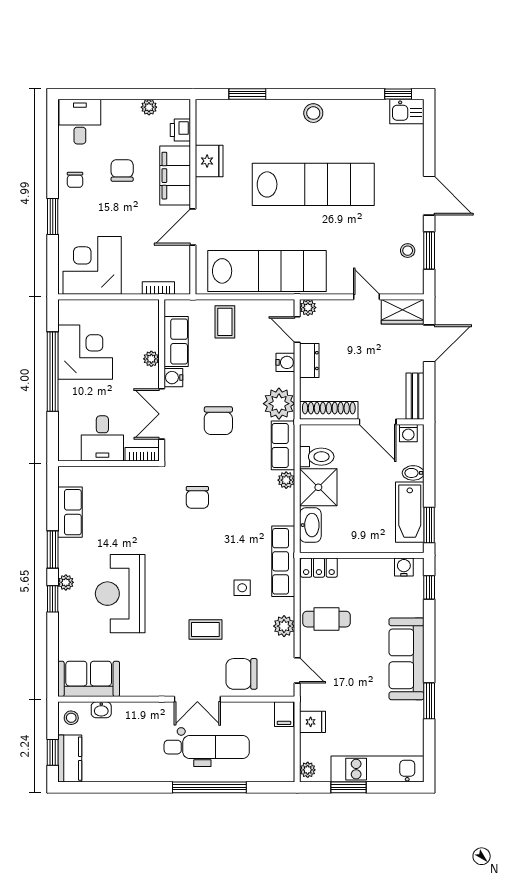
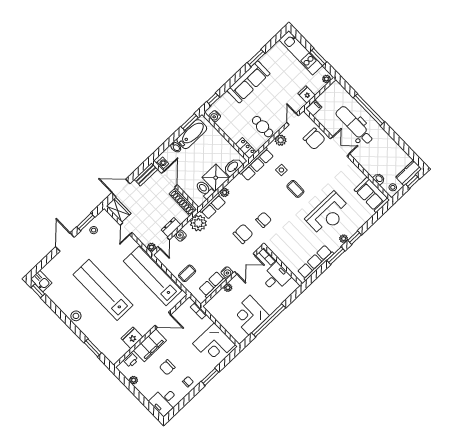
chair: (218, 421) -> (243, 234), moved
row of seats: (70, 512) -> (316, 263), width x1.48
coffee table: (205, 630) -> (295, 189), moved

